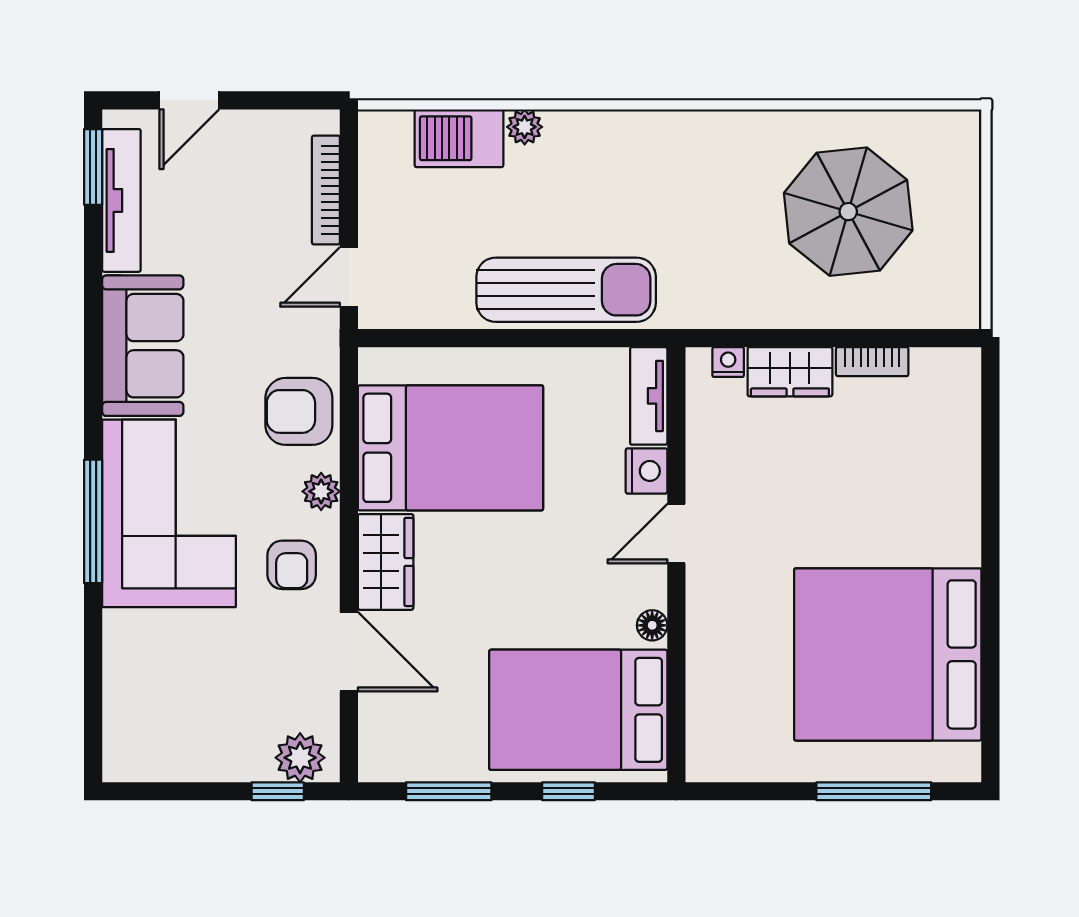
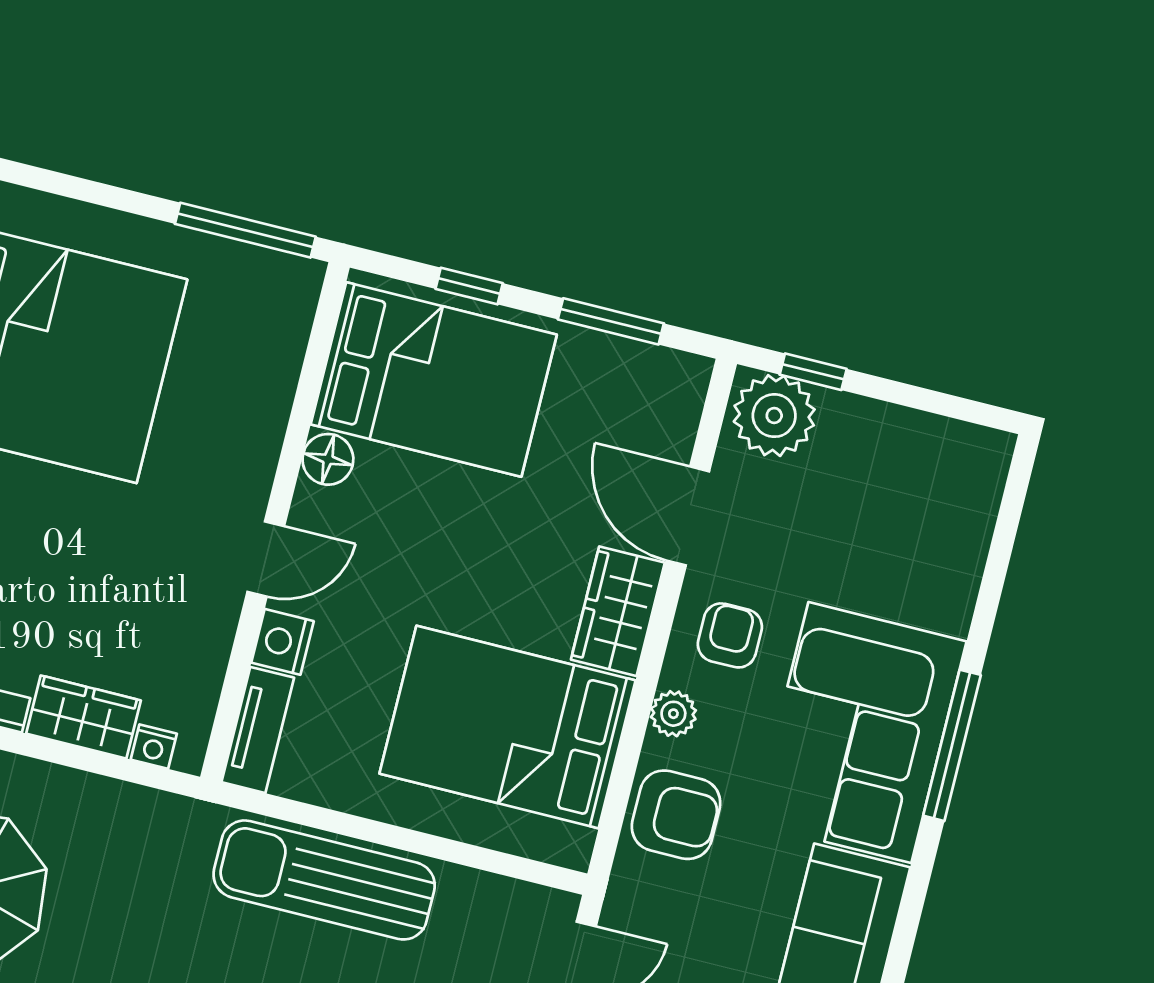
floor lamp: (652, 625) -> (328, 459), width x1.37, depth x1.37
plant: (300, 758) -> (774, 416), width x1.36, depth x1.36
window: (874, 791) -> (245, 230), moved

